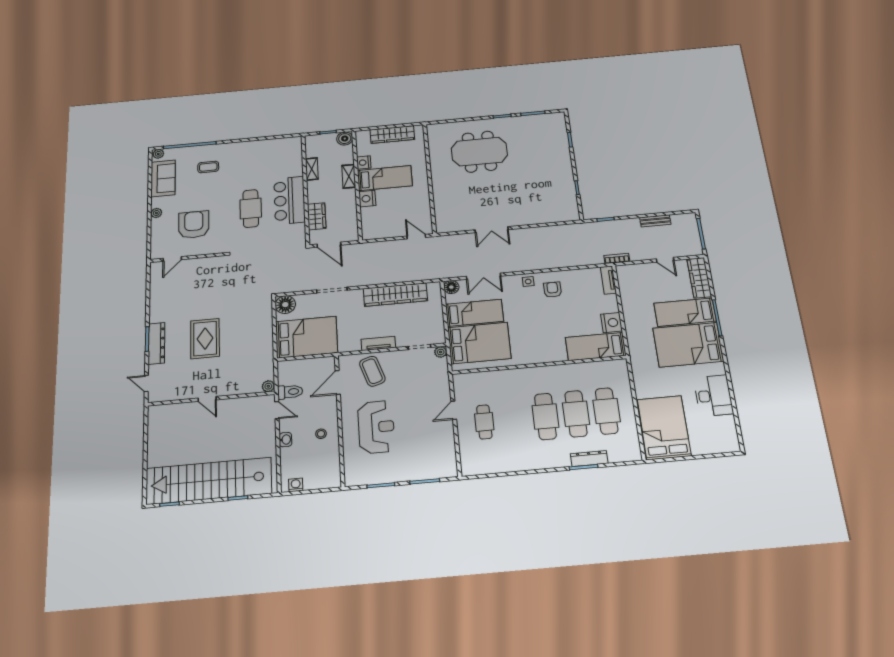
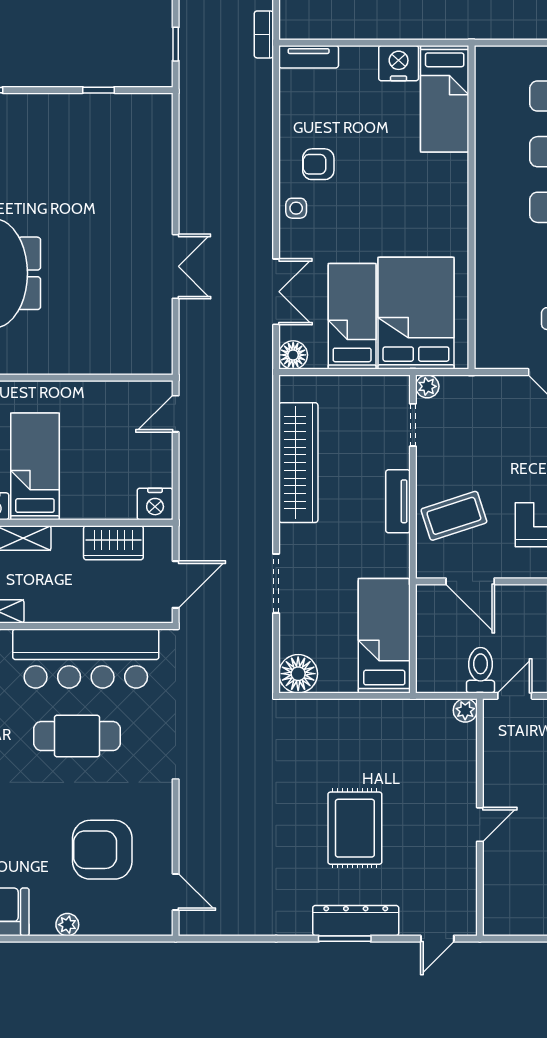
nightstand: (367, 199) -> (155, 504), moved
bar counter: (289, 200) -> (86, 658), width x1.36
wardrobe: (317, 216) -> (113, 543), moved, turned 180
bed: (307, 337) -> (384, 636), width x0.67
rug: (205, 339) -> (355, 828), turned 90

